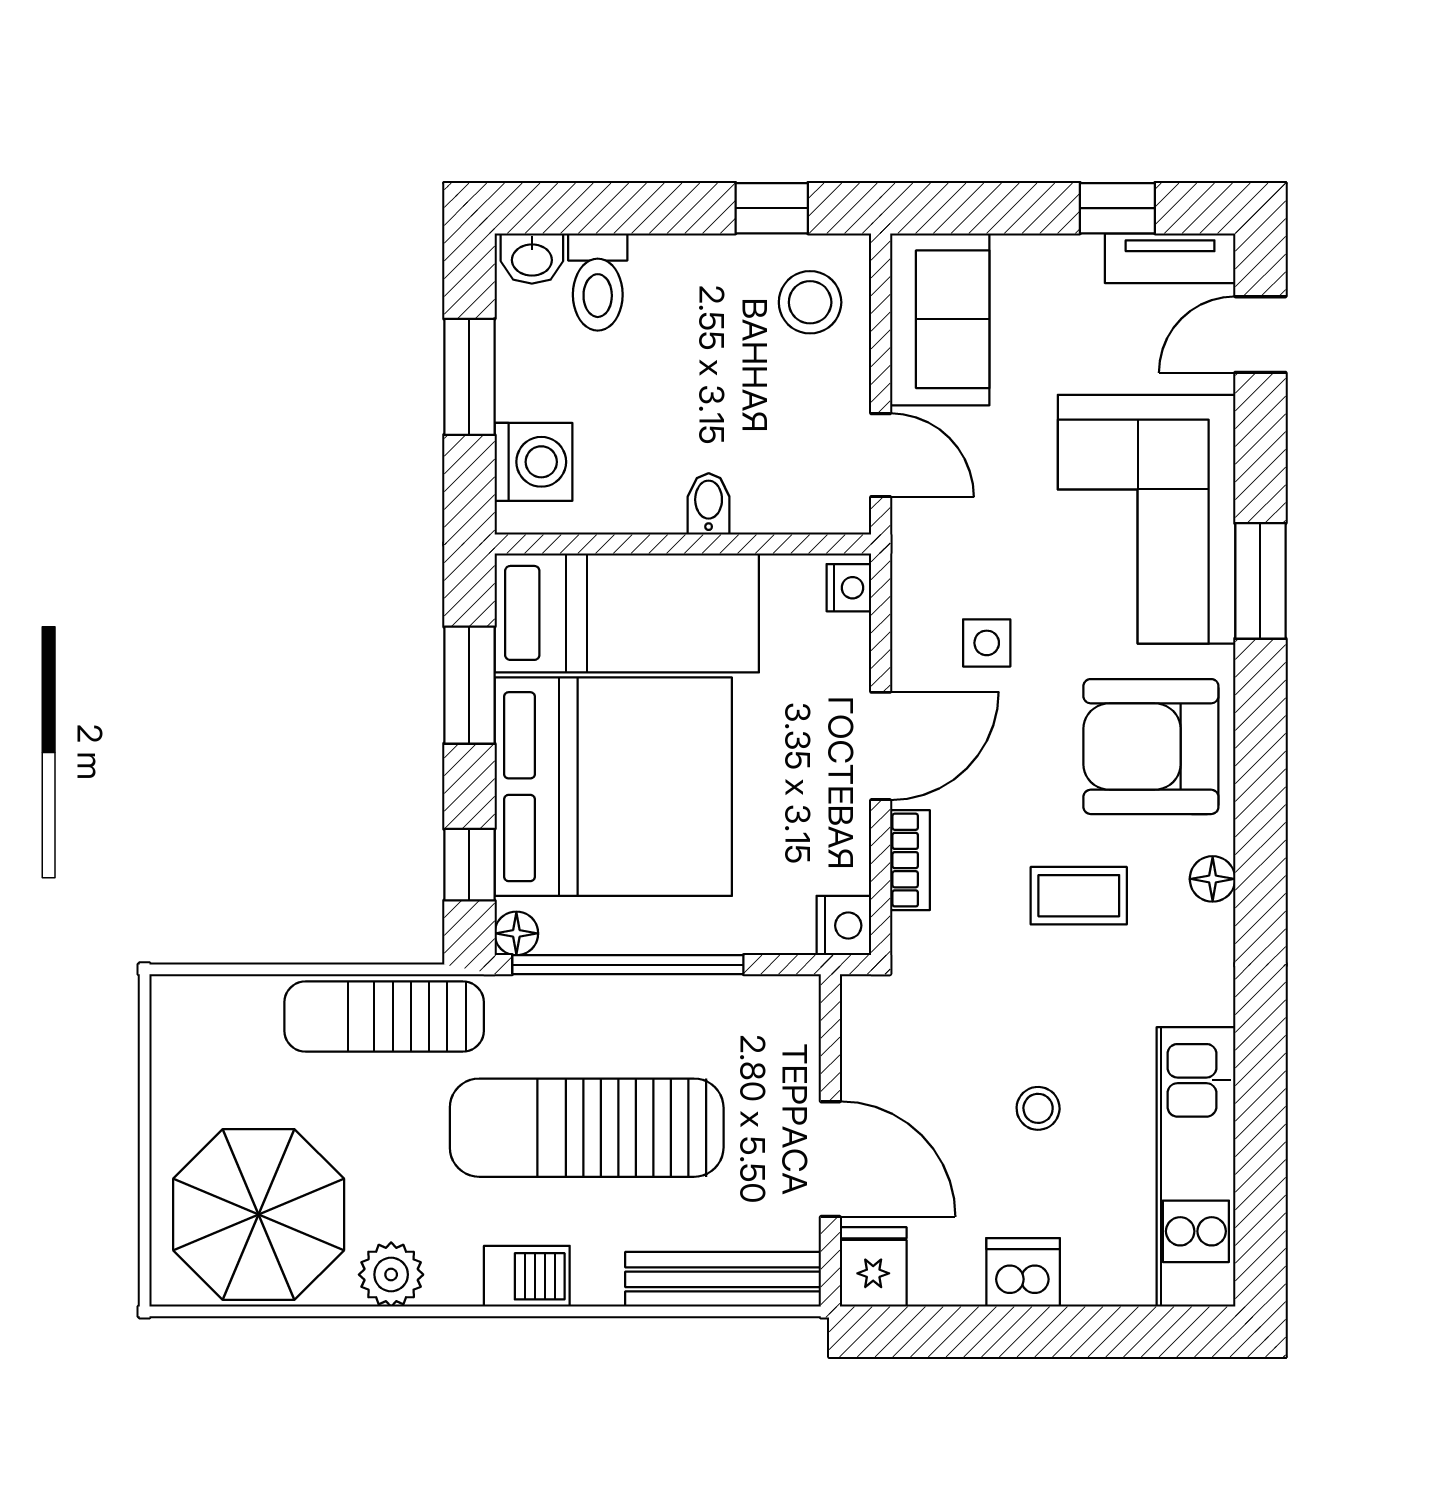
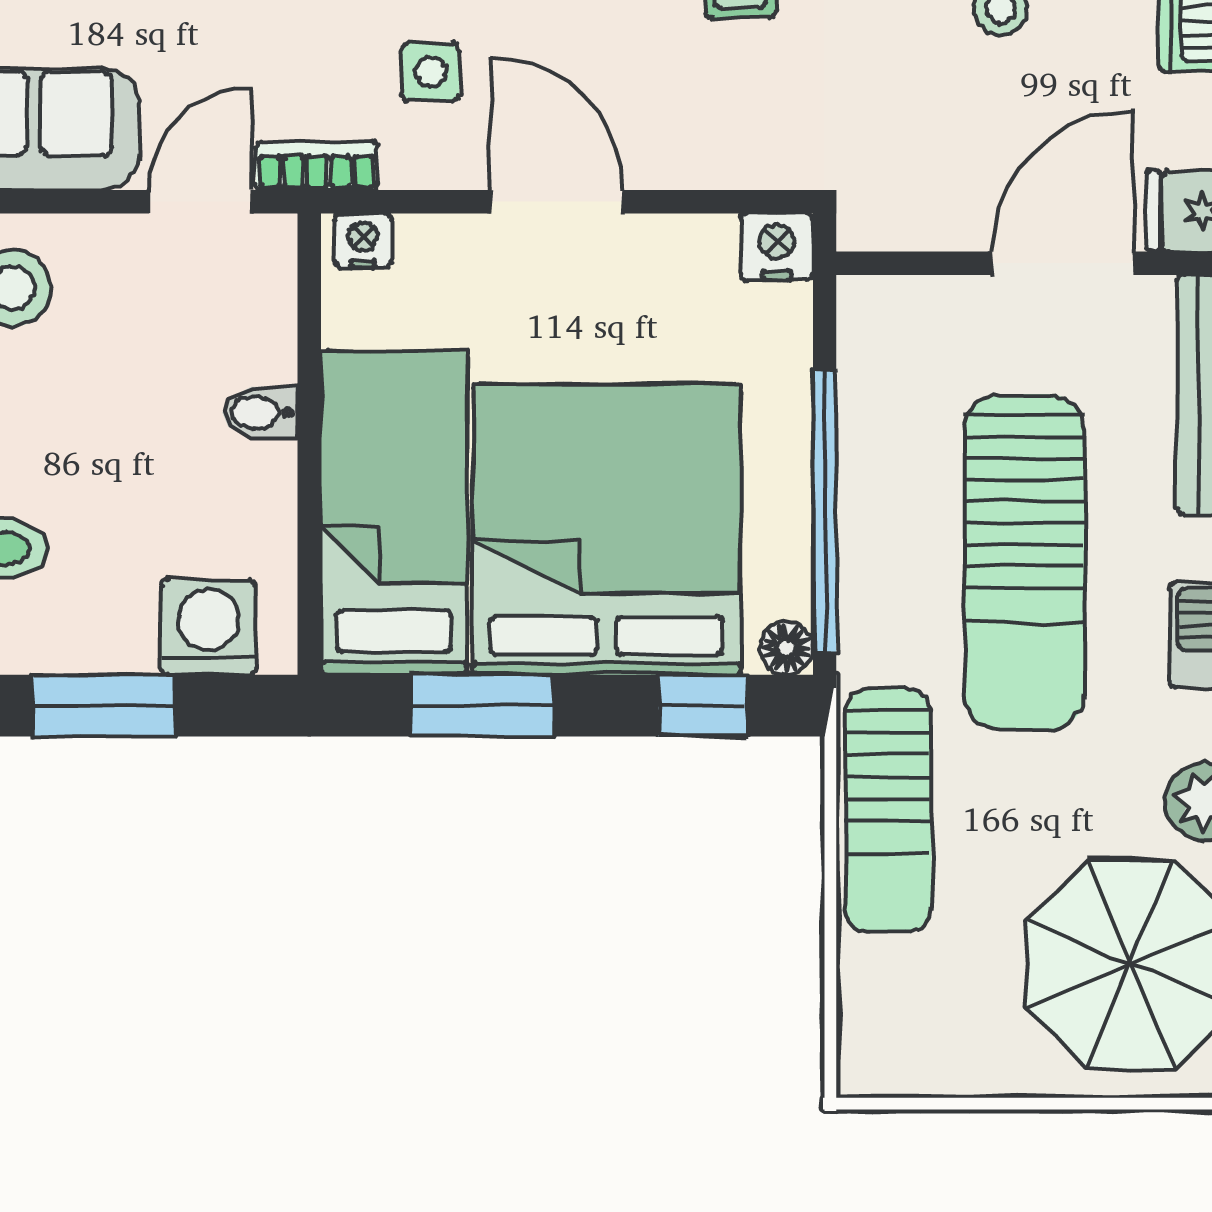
bookcase: (910, 860) -> (317, 166), moved

